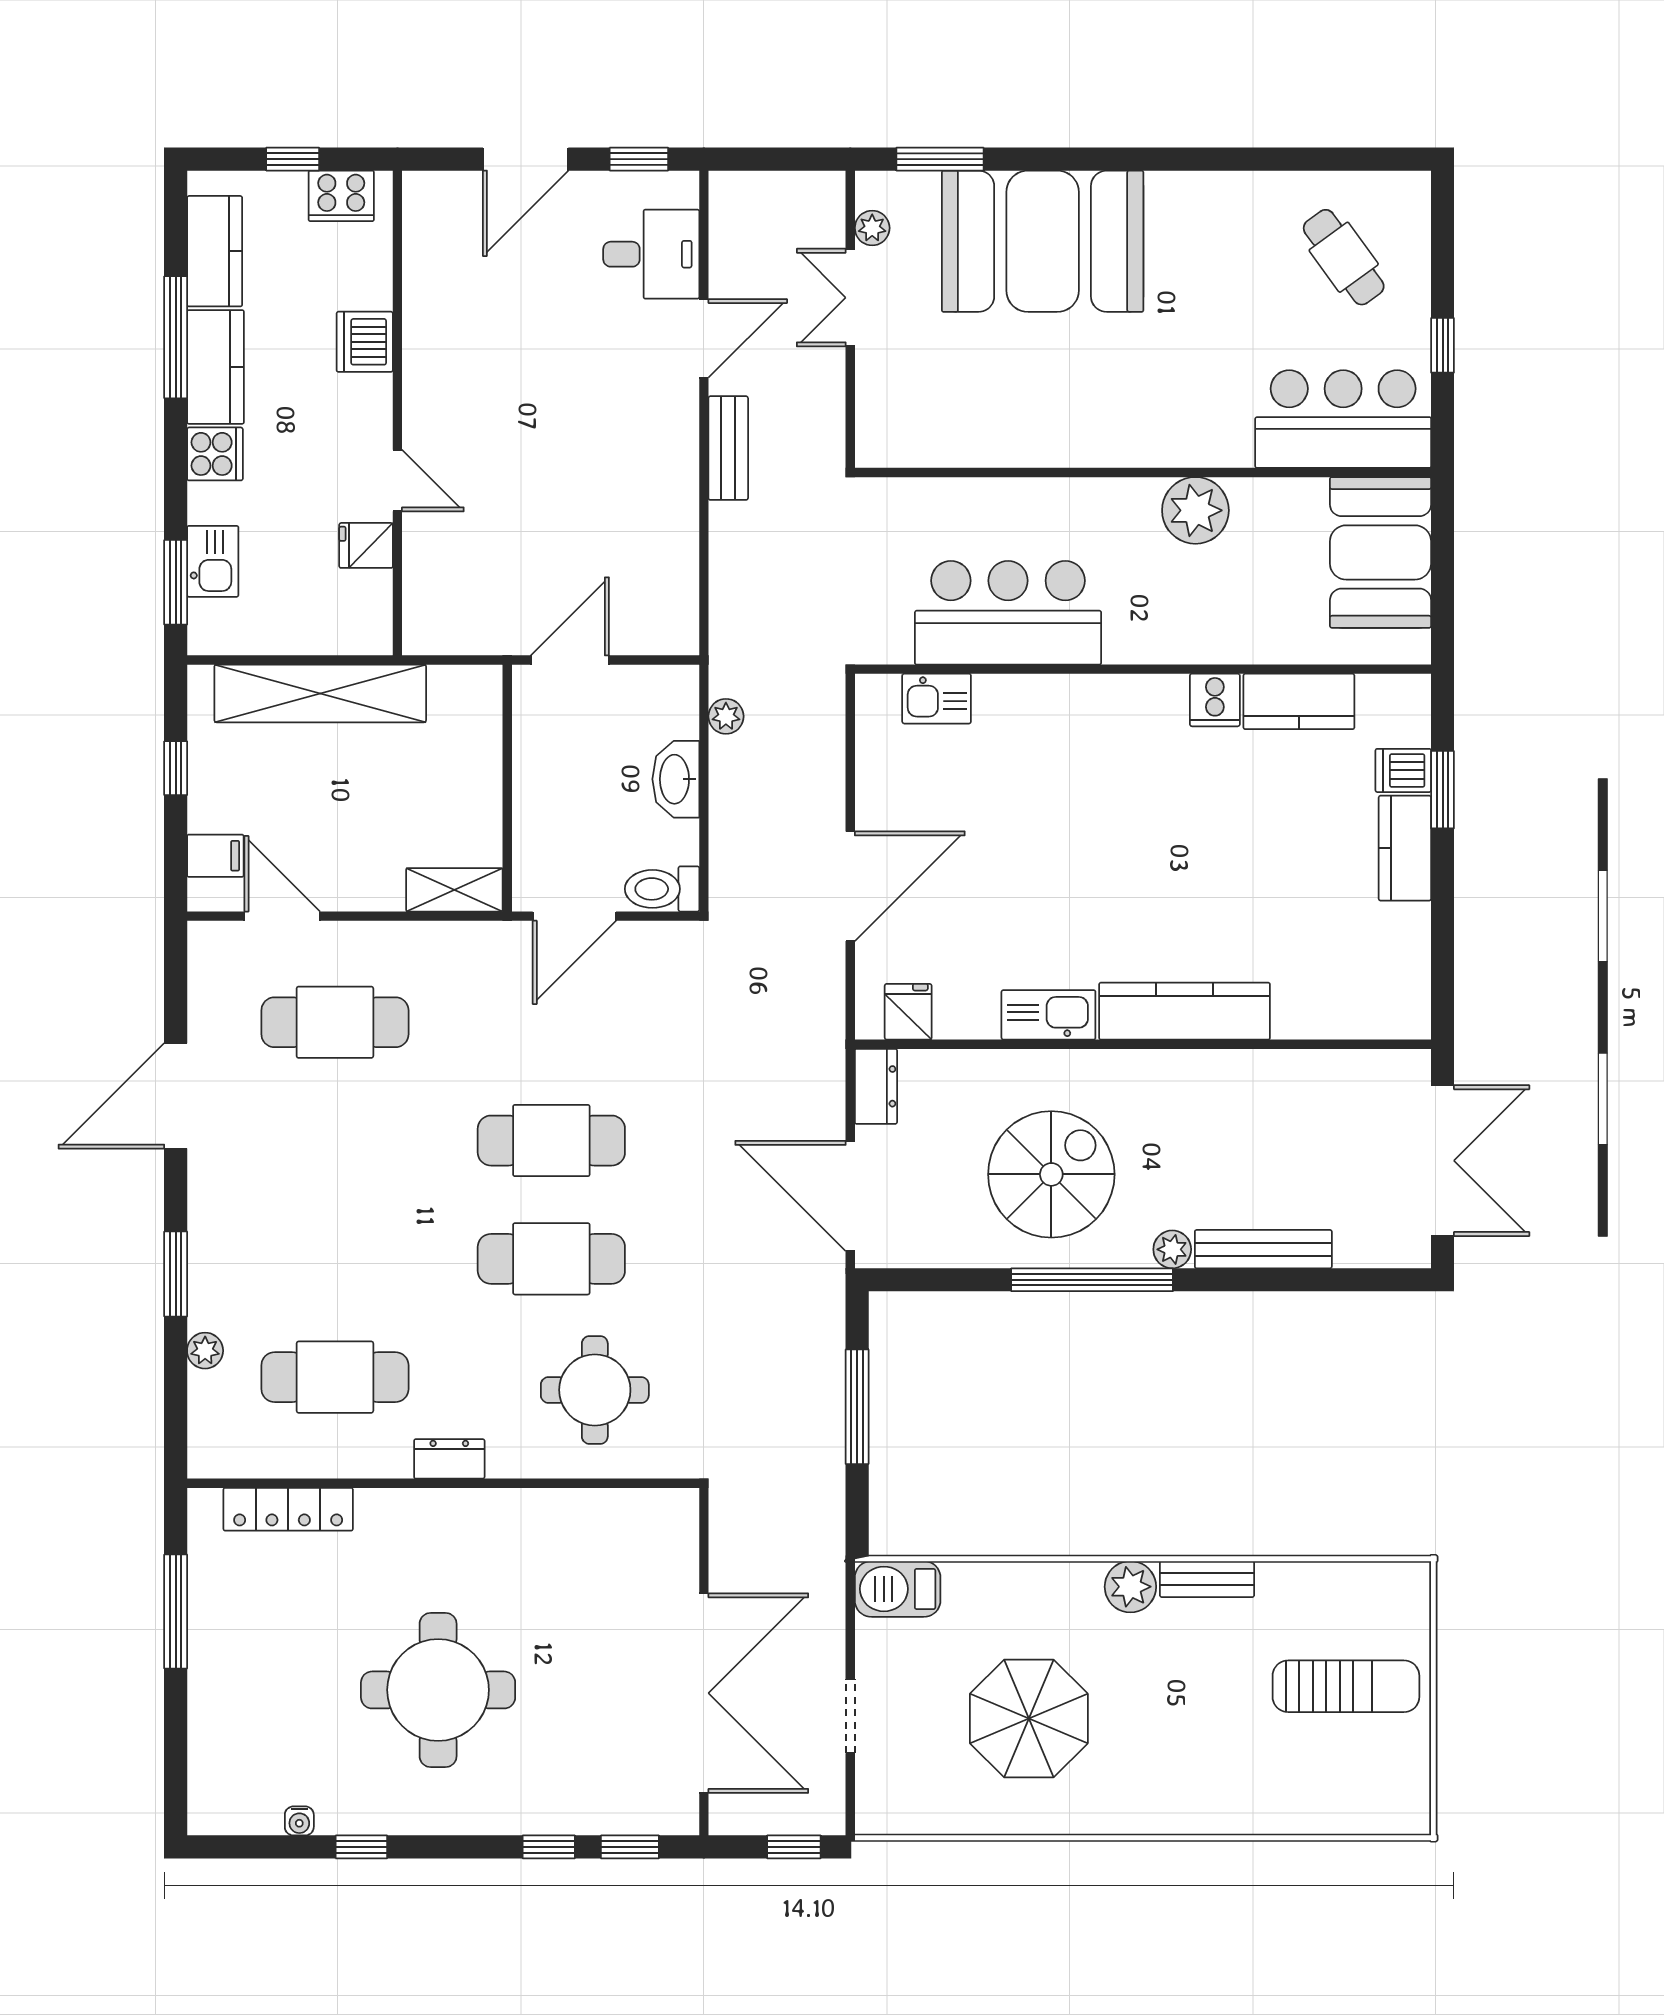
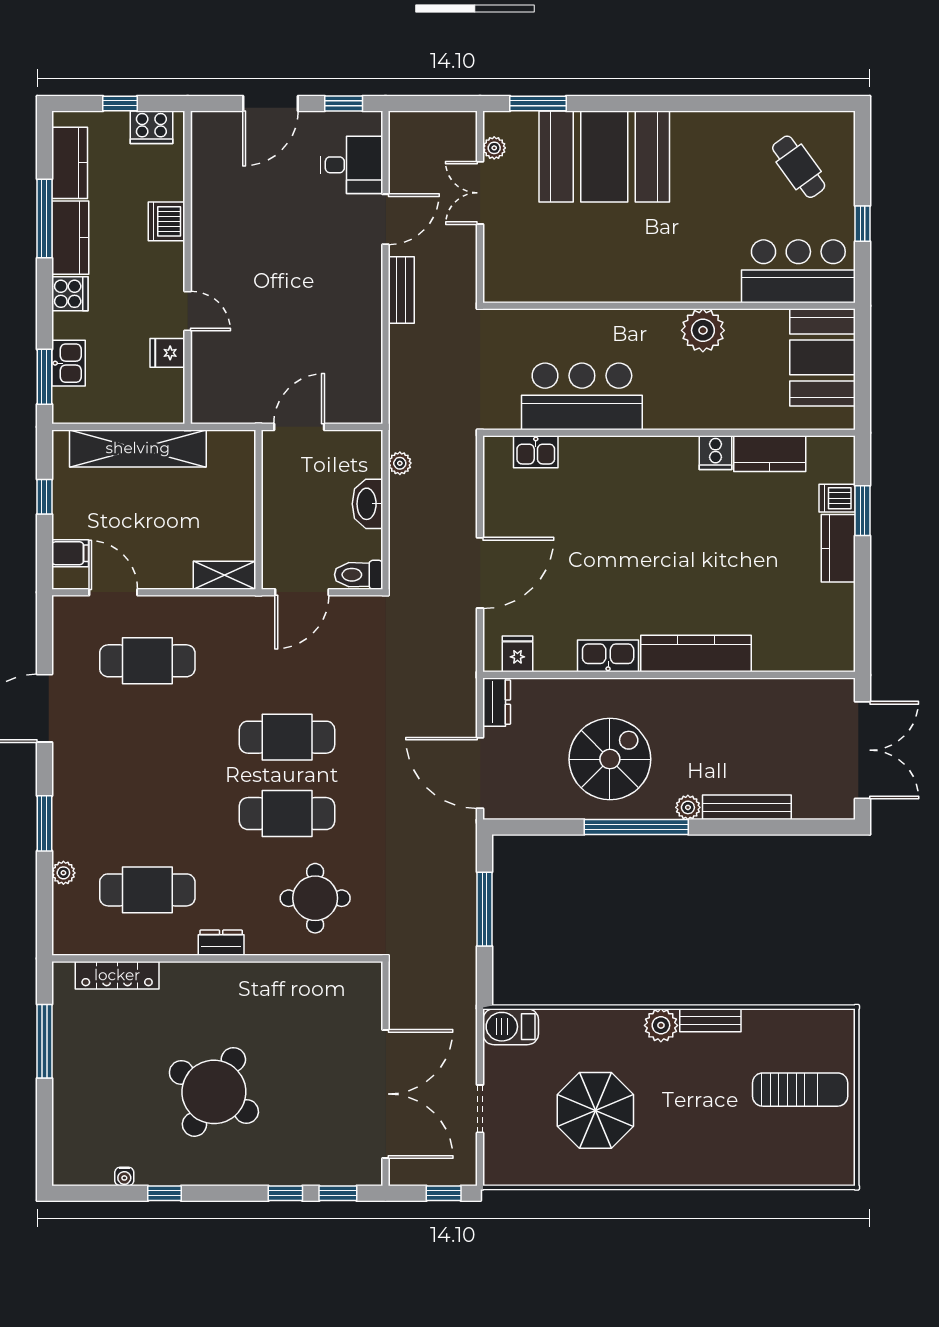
round table: (438, 1690) -> (214, 1092), turned 31

